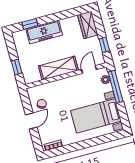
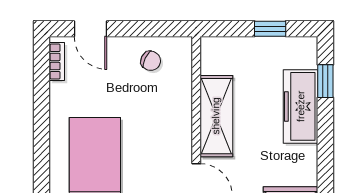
window: (17, 67) -> (270, 29), moved
door: (31, 121) -> (91, 29), moved

